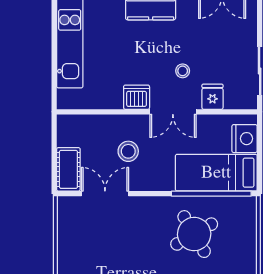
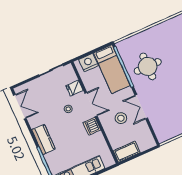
cot: (68, 169) -> (127, 152), moved
double door: (105, 194) -> (141, 107), moved
round table: (194, 234) -> (148, 66), turned 30

